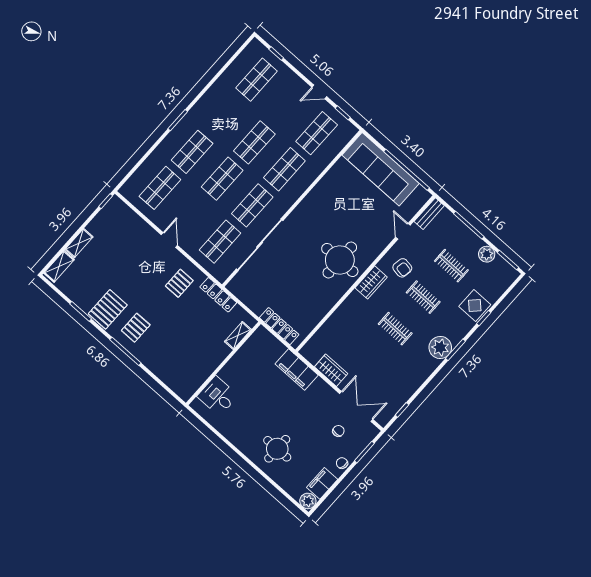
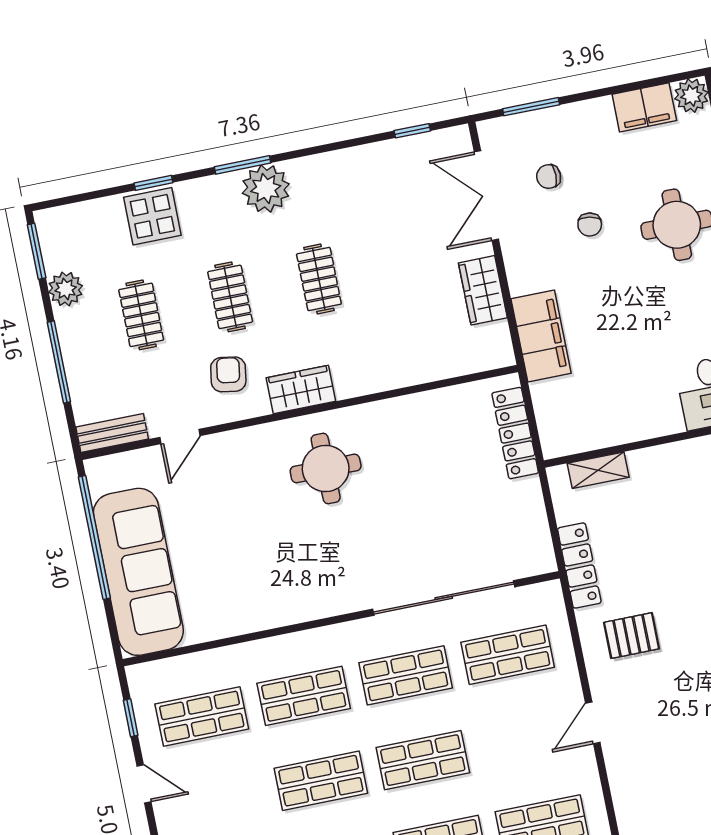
round table: (340, 260) -> (326, 468), width x0.73, depth x0.73
chair: (342, 463) -> (590, 225), moved

